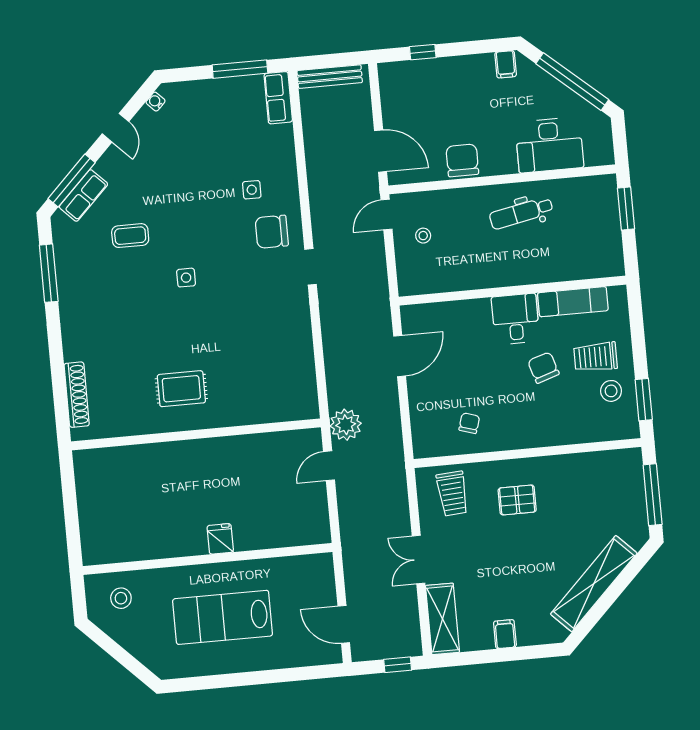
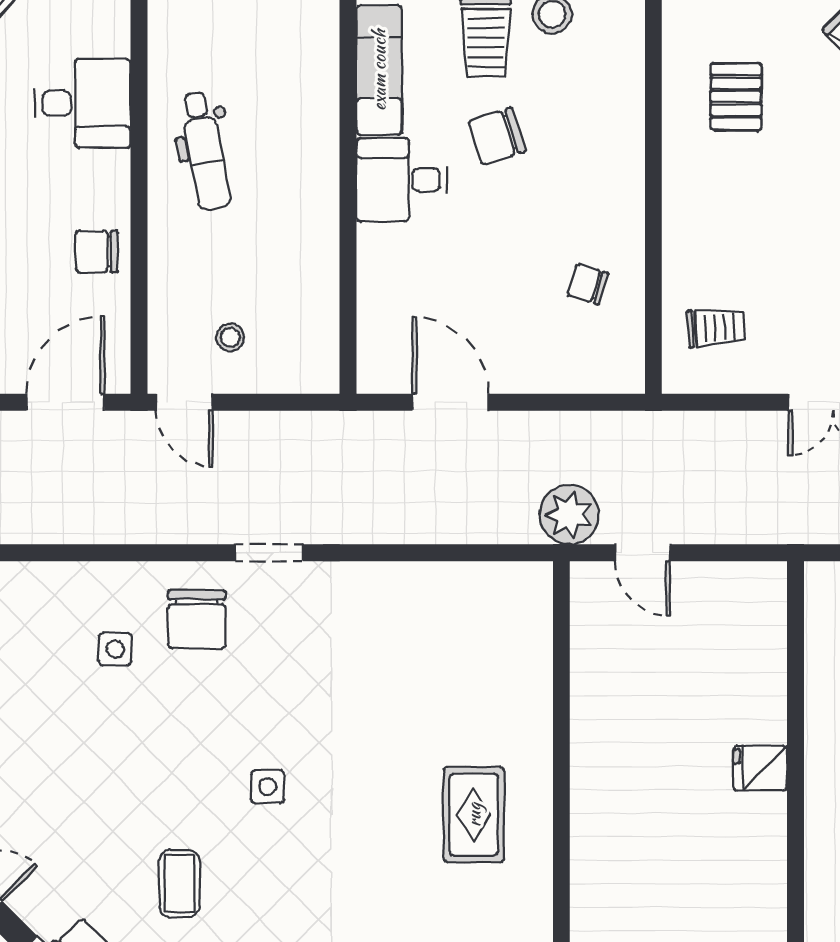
desk: (549, 145) -> (83, 103), width x0.73
chair: (462, 160) -> (97, 252), width x0.73, depth x0.73
trolley: (452, 494) -> (716, 328), width x0.73, depth x0.72
pallet: (517, 500) -> (736, 97), moved

